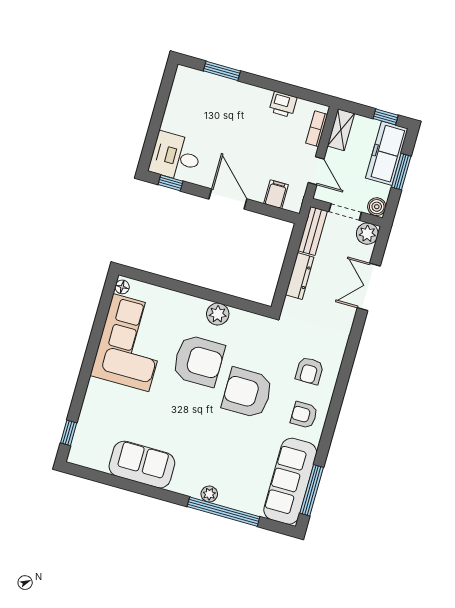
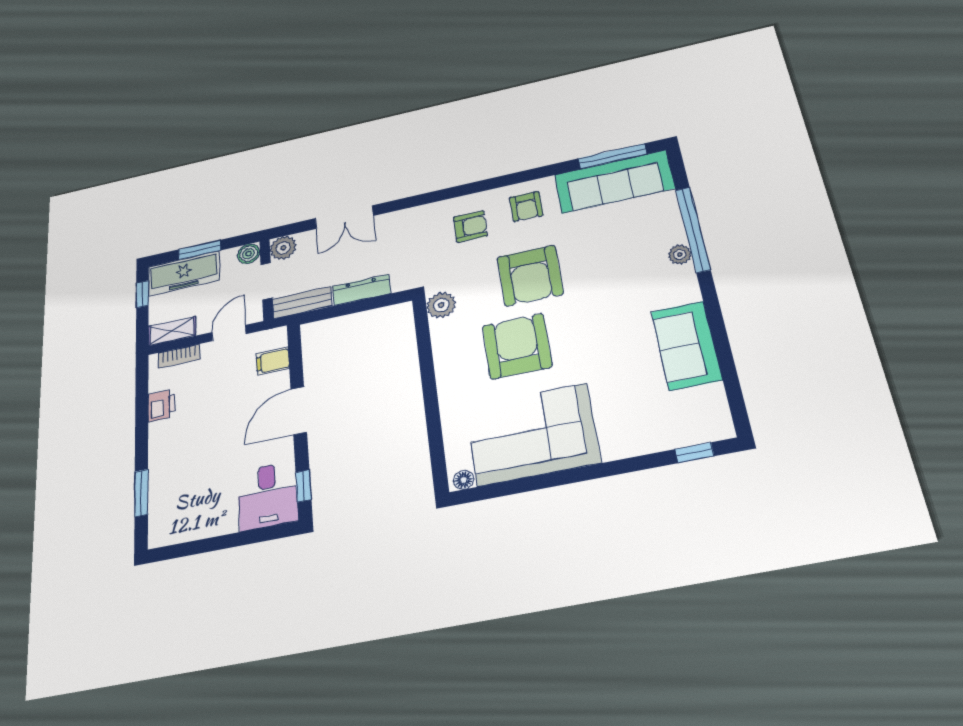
plant: (218, 314) -> (441, 305), moved

